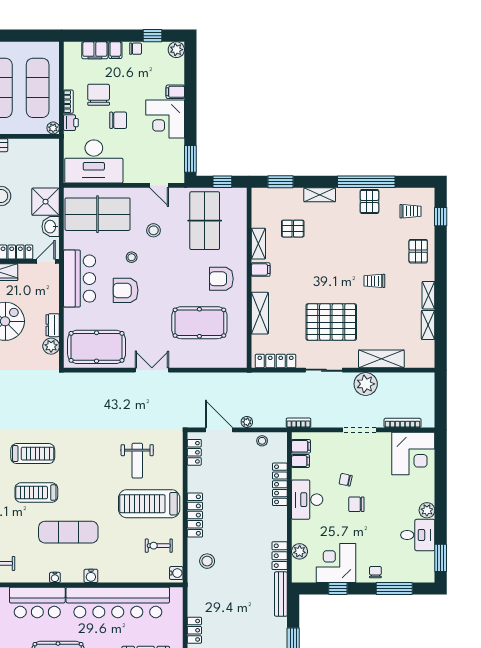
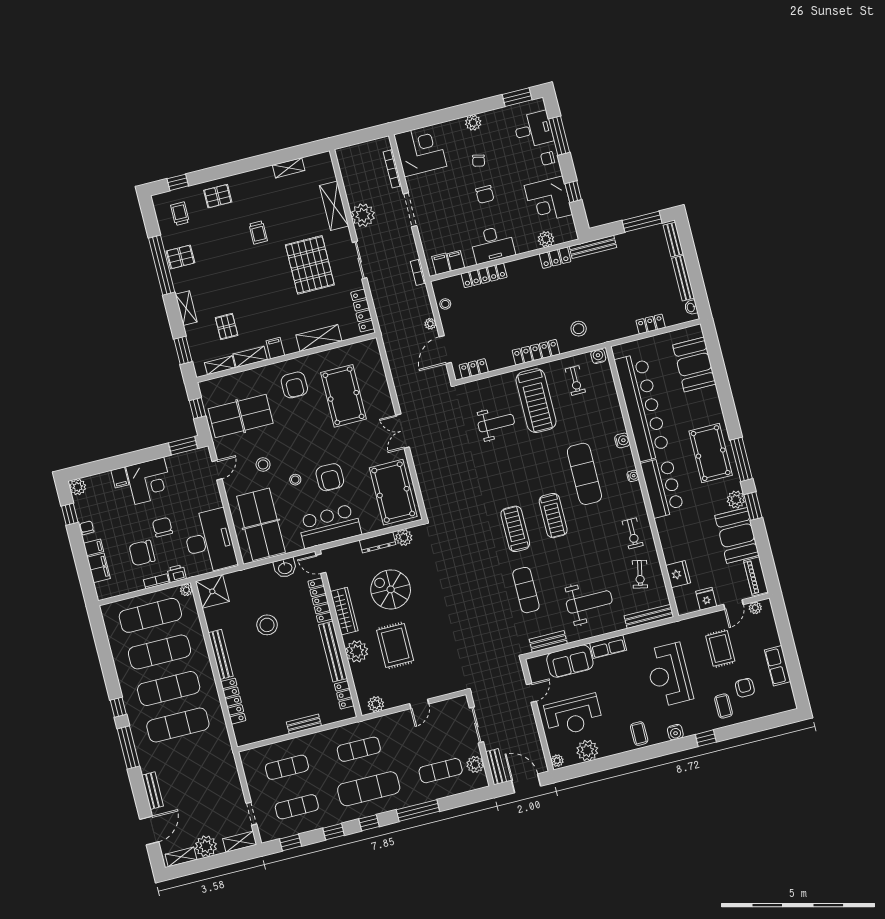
shower: (46, 202) -> (212, 591), moved
shelving: (428, 295) -> (220, 365), moved
dresser: (53, 325) -> (378, 542), width x1.44
chair: (346, 480) -> (479, 161), moved
desk: (418, 535) -> (533, 130), moved, turned 90

